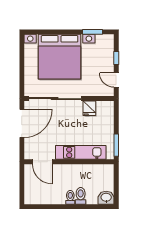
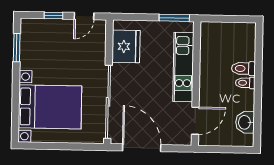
bed with nightstands: (60, 57) -> (50, 107), width x0.73
fridge: (89, 108) -> (126, 46), width x1.88, depth x1.34
washbasin: (106, 198) -> (245, 122), moved

